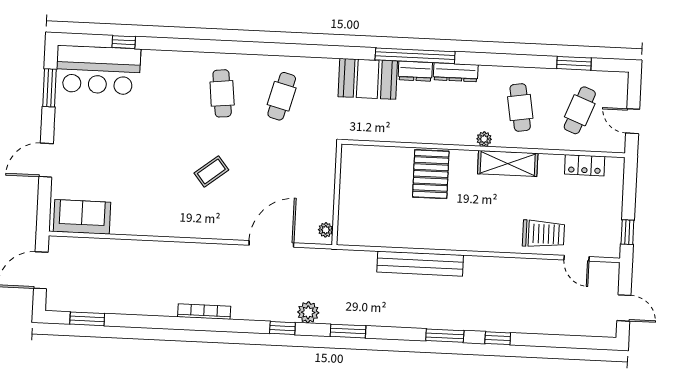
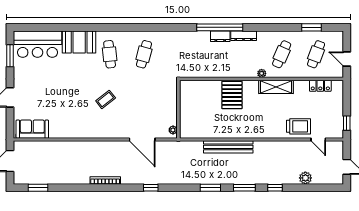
window: (124, 42) -> (52, 27), removed
booth: (368, 79) -> (79, 42), moved
cafe table: (520, 107) -> (282, 54), turned 33
door: (271, 244) -> (142, 140), swing flipped
plant: (308, 312) -> (305, 178), moved
window: (348, 331) -> (210, 188), moved

